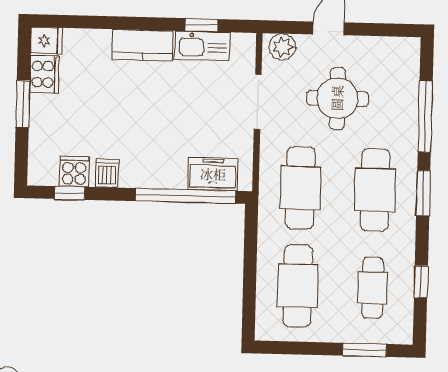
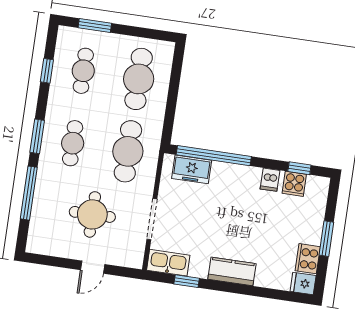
kitchen sink: (202, 46) -> (168, 263), moved
plant: (283, 47) -> (128, 258), removed
cafe table: (375, 190) -> (73, 143), width x0.73, depth x0.74

